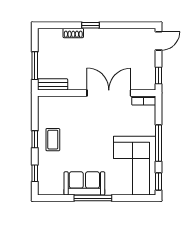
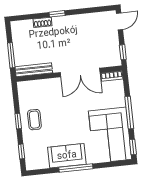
bench: (53, 84) -> (34, 70), width x1.36
double door: (109, 93) -> (80, 73), swing flipped

